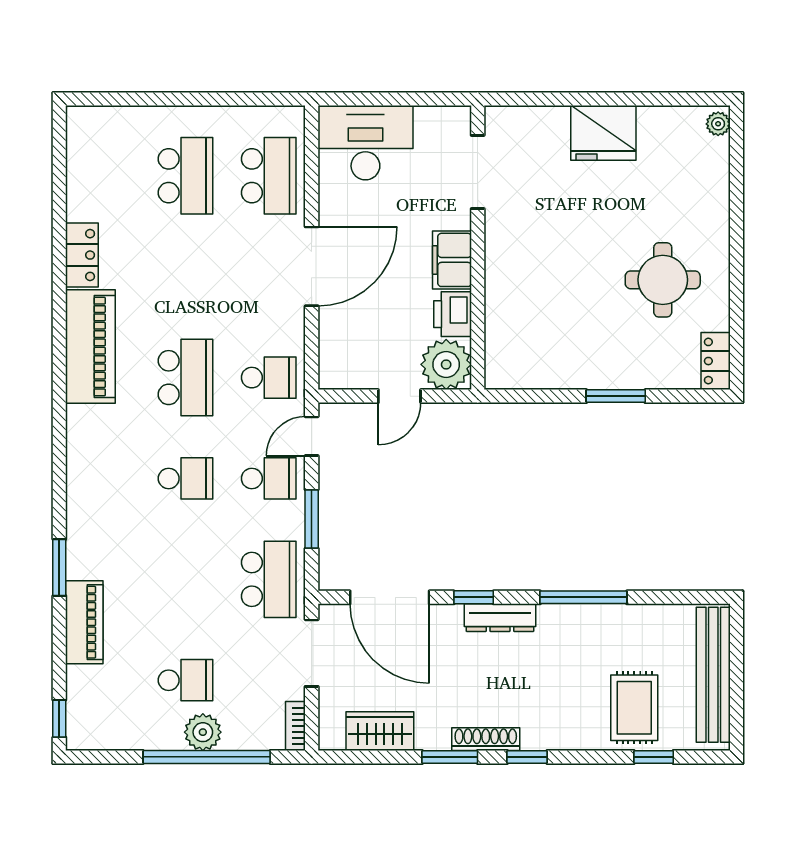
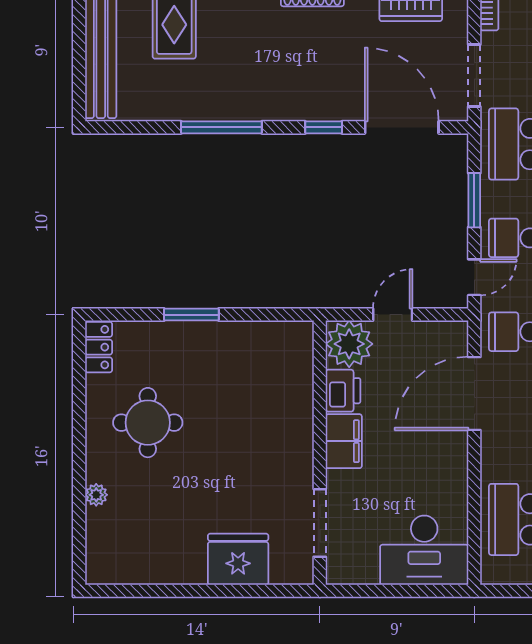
plant: (718, 124) -> (96, 495), moved
fridge: (603, 133) -> (238, 559), moved
door: (312, 266) -> (474, 393), moved
dresser: (500, 618) -> (299, 108), removed

